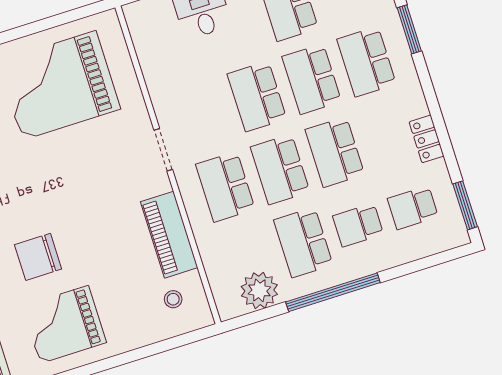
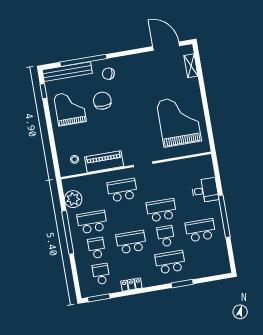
school desk: (312, 79) -> (166, 236), width x0.54
school desk: (280, 169) -> (127, 216), removed

